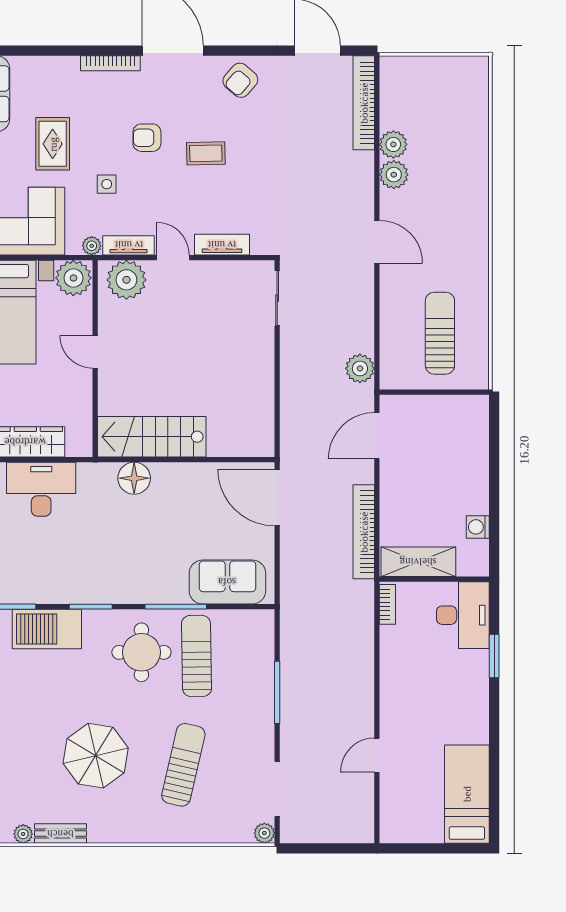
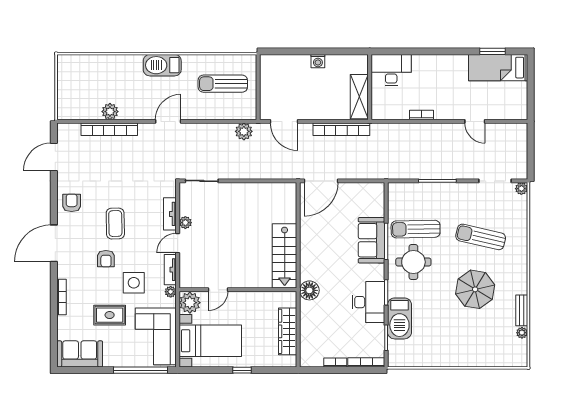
bookcase: (110, 63) -> (62, 297), moved
armchair: (240, 80) -> (72, 203), turned -131
bookcase: (364, 103) -> (109, 129), moved
coffee table: (206, 153) -> (115, 224), width x1.36, depth x1.30
plant: (394, 175) -> (128, 111), removed
side table: (107, 184) -> (134, 283), width x1.87, depth x1.87
barbecue: (471, 232) -> (162, 65), added
plant: (126, 280) -> (185, 223), moved, width x0.53, depth x0.53
door: (95, 352) -> (218, 290), moved
floor lamp: (134, 478) -> (309, 290), moved
desk: (41, 489) -> (368, 302), moved, turned 180
washing machine: (478, 527) -> (318, 61), moved
sofa: (227, 582) -> (371, 240), moved
bookcase: (387, 604) -> (422, 115), moved
window: (494, 656) -> (493, 51), moved

